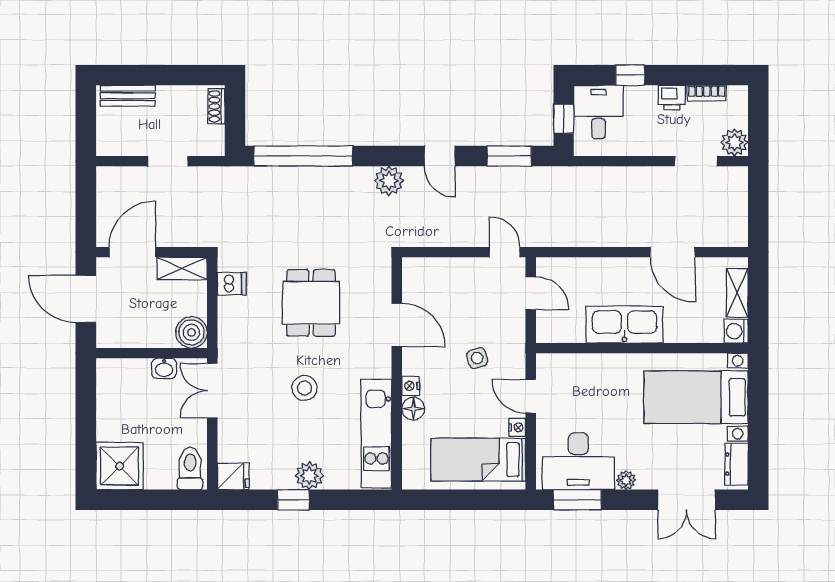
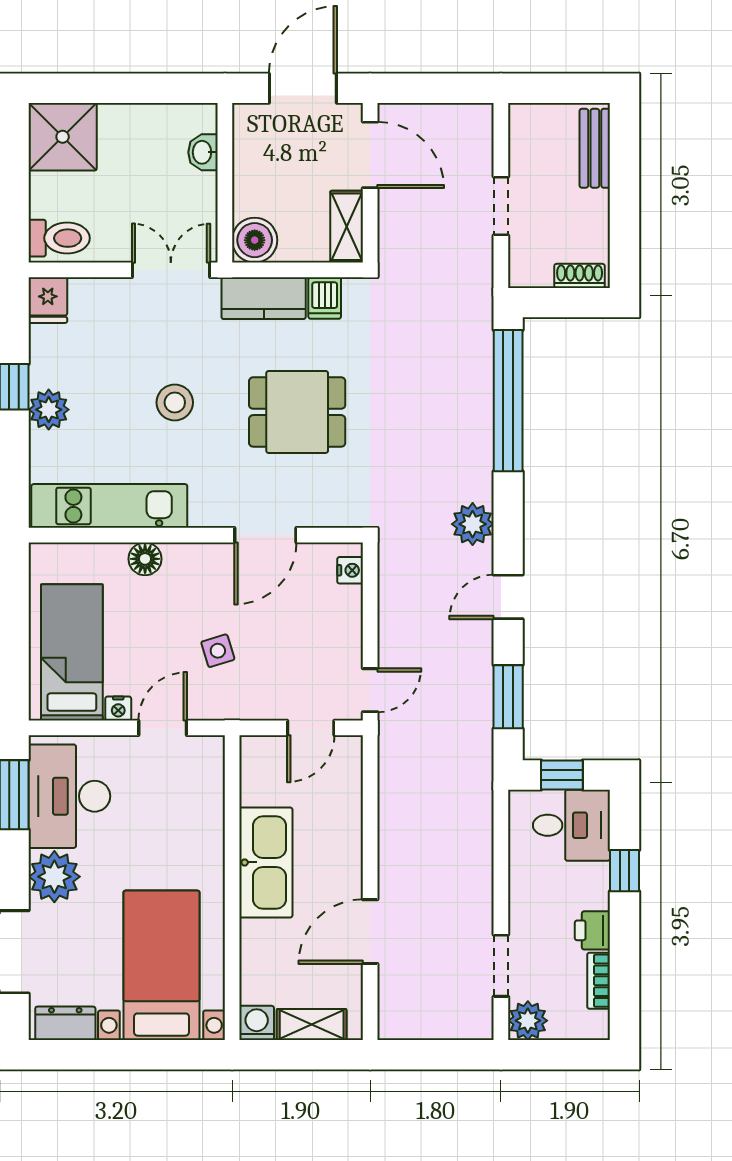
kitchen counter: (232, 326) -> (264, 298), added
washbasin: (164, 368) -> (203, 152), moved
nightstand: (411, 386) -> (350, 570), moved, turned 90
plant: (626, 480) -> (54, 877), width x1.88, depth x1.88

